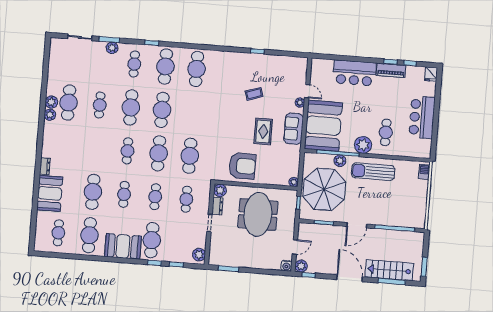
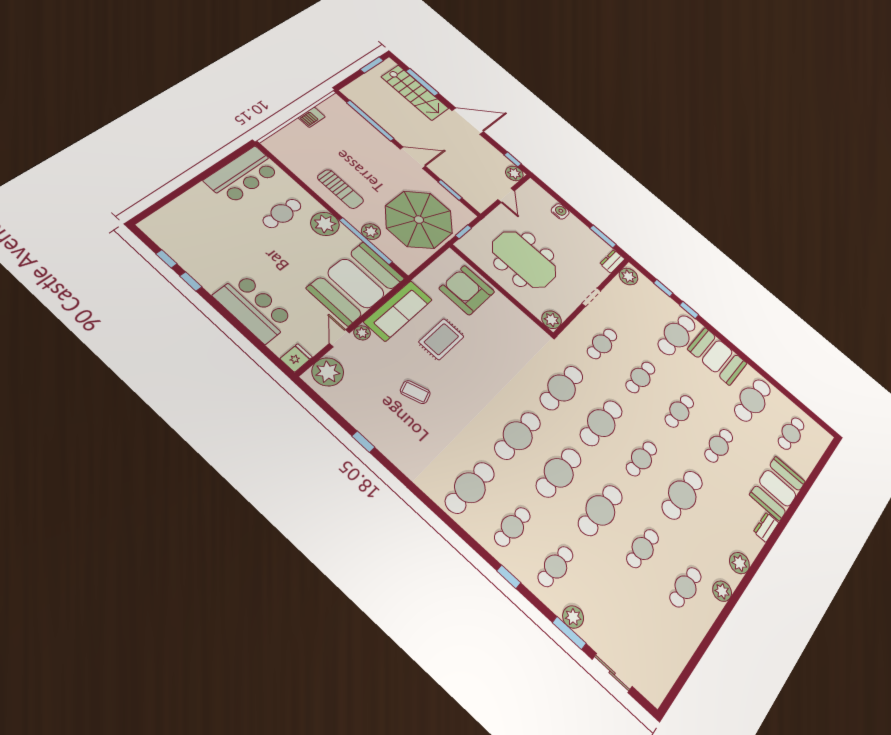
cafe table: (165, 66) -> (512, 527), width x0.73, depth x0.74
piano: (391, 70) -> (201, 271), removed
fridge: (431, 74) -> (296, 358), moved
plant: (51, 102) -> (739, 563), moved
cafe table: (69, 103) -> (686, 587), width x0.73, depth x0.74
cafe table: (193, 112) -> (518, 436), added
bar counter: (422, 117) -> (243, 175), moved
sofa: (294, 129) -> (398, 311), width x1.36
cafe table: (96, 148) -> (682, 495), added
armchair: (242, 166) -> (467, 290), moved
sun lounger: (373, 172) -> (340, 189), width x0.73, depth x0.75
barbecue: (424, 172) -> (312, 117), moved
plant: (294, 182) -> (328, 372), moved, width x1.87, depth x1.87
cafe table: (93, 192) -> (719, 446), width x0.73, depth x0.74
dresser: (217, 206) -> (612, 261), moved
meeting table: (258, 214) -> (524, 259), turned 90
door: (295, 247) -> (506, 195), swing flipped
water cooler: (286, 266) -> (560, 211), moved
door: (350, 278) -> (468, 121), swing flipped

